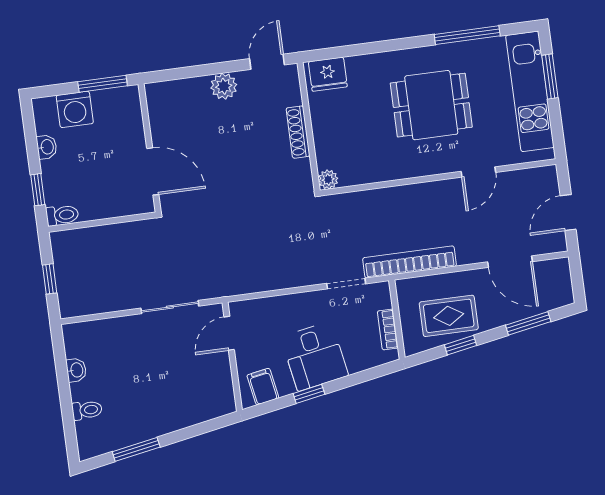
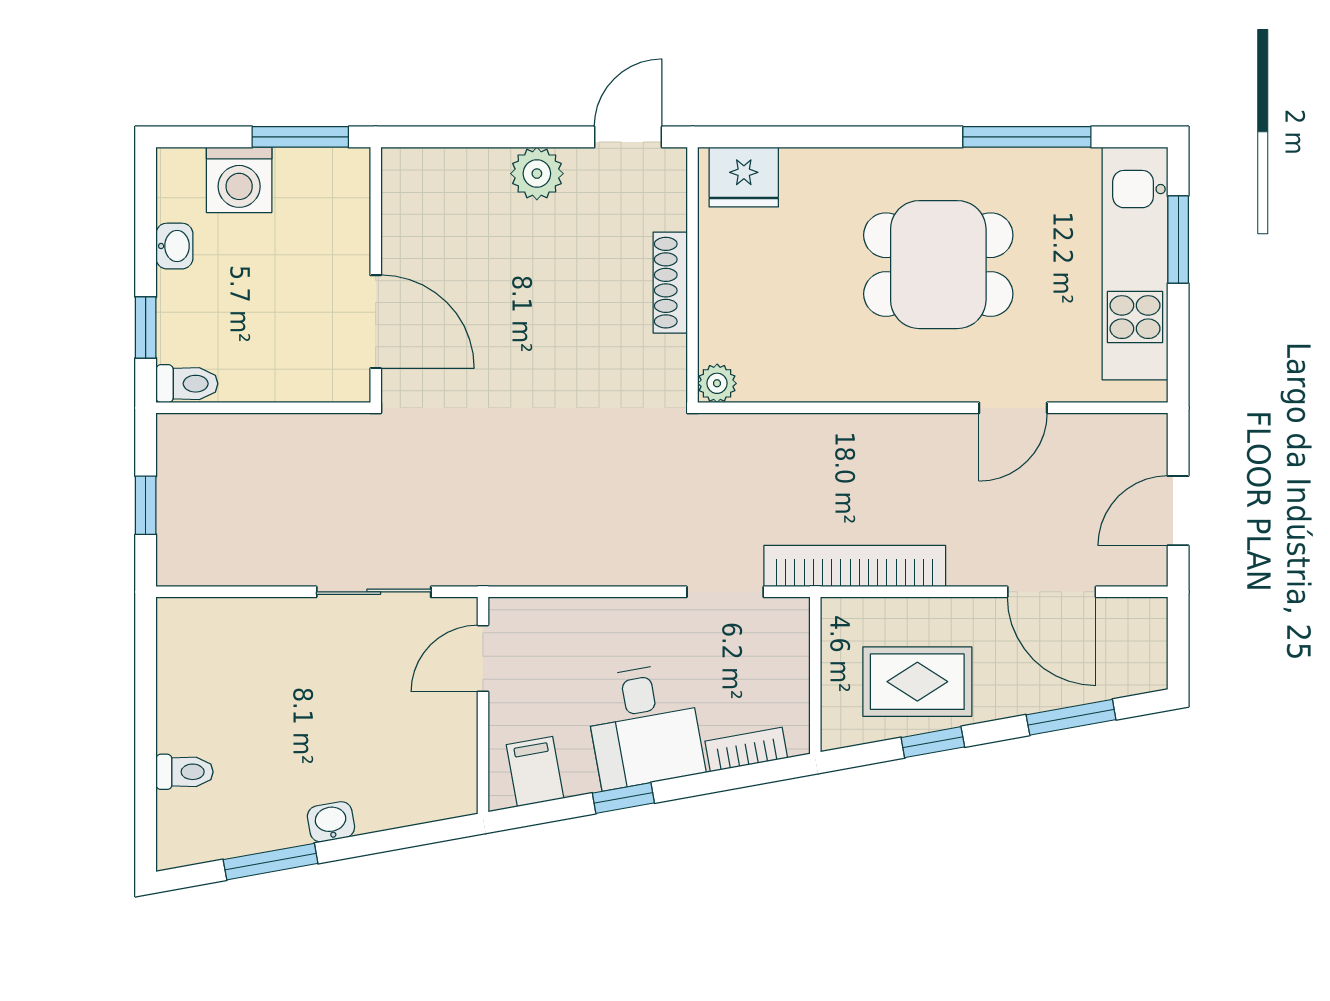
bookcase: (388, 330) -> (746, 749), moved, turned 80
washbasin: (76, 370) -> (331, 822), moved, turned -100

